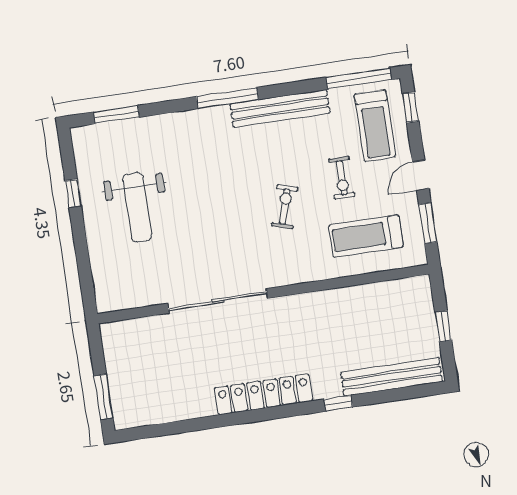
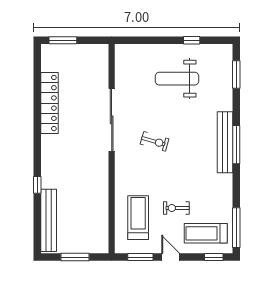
bench: (280, 108) -> (225, 142), moved
exercise bike: (285, 207) -> (155, 141), moved
window: (443, 326) -> (75, 257), width x1.50
locker: (263, 394) -> (50, 103), moved

